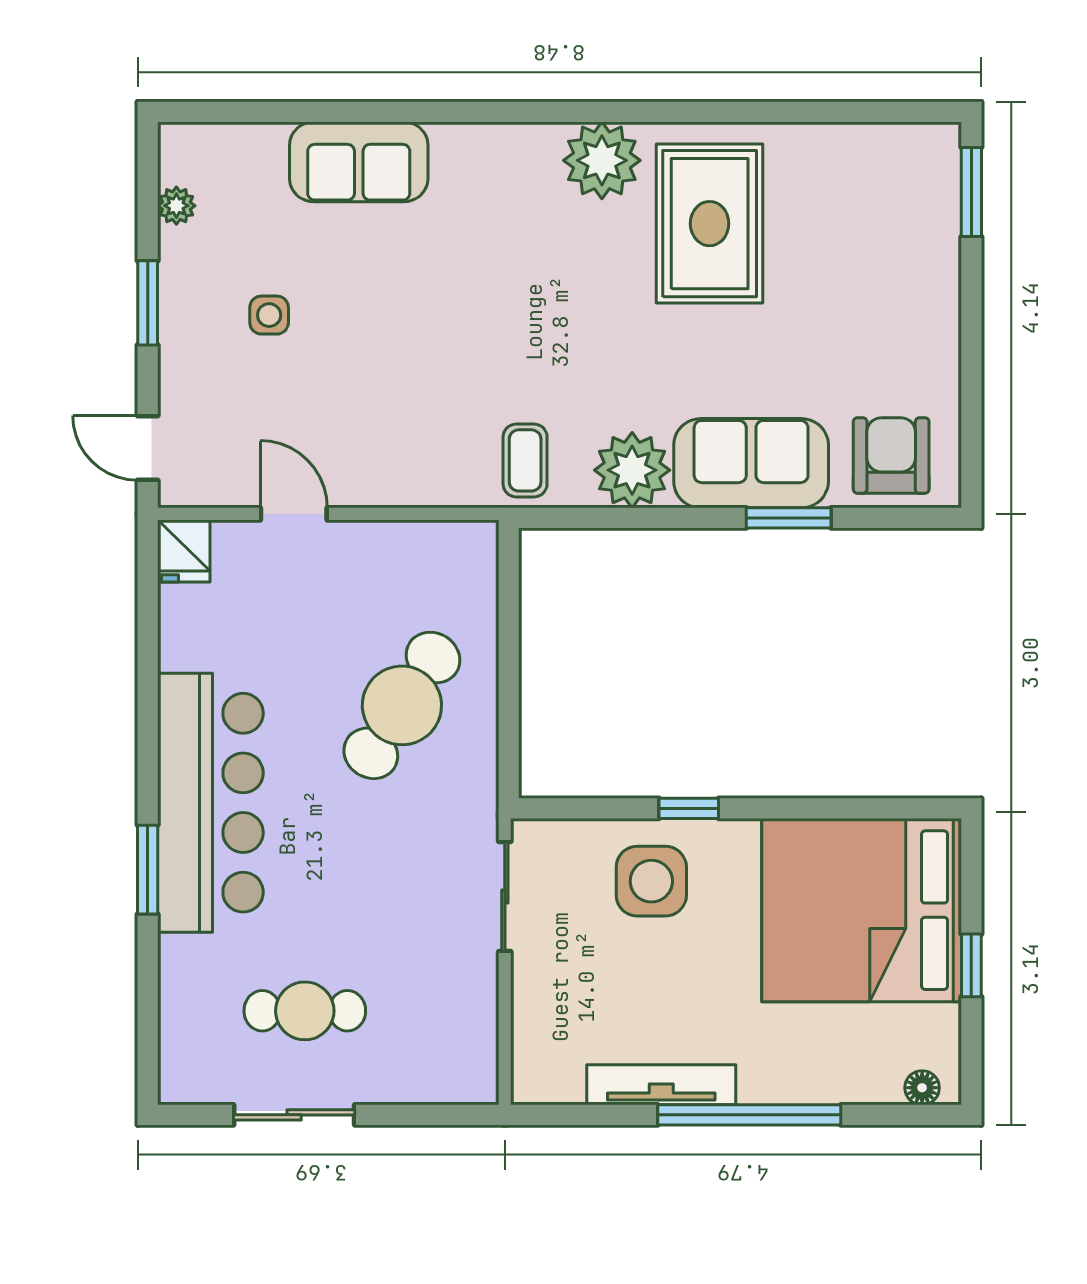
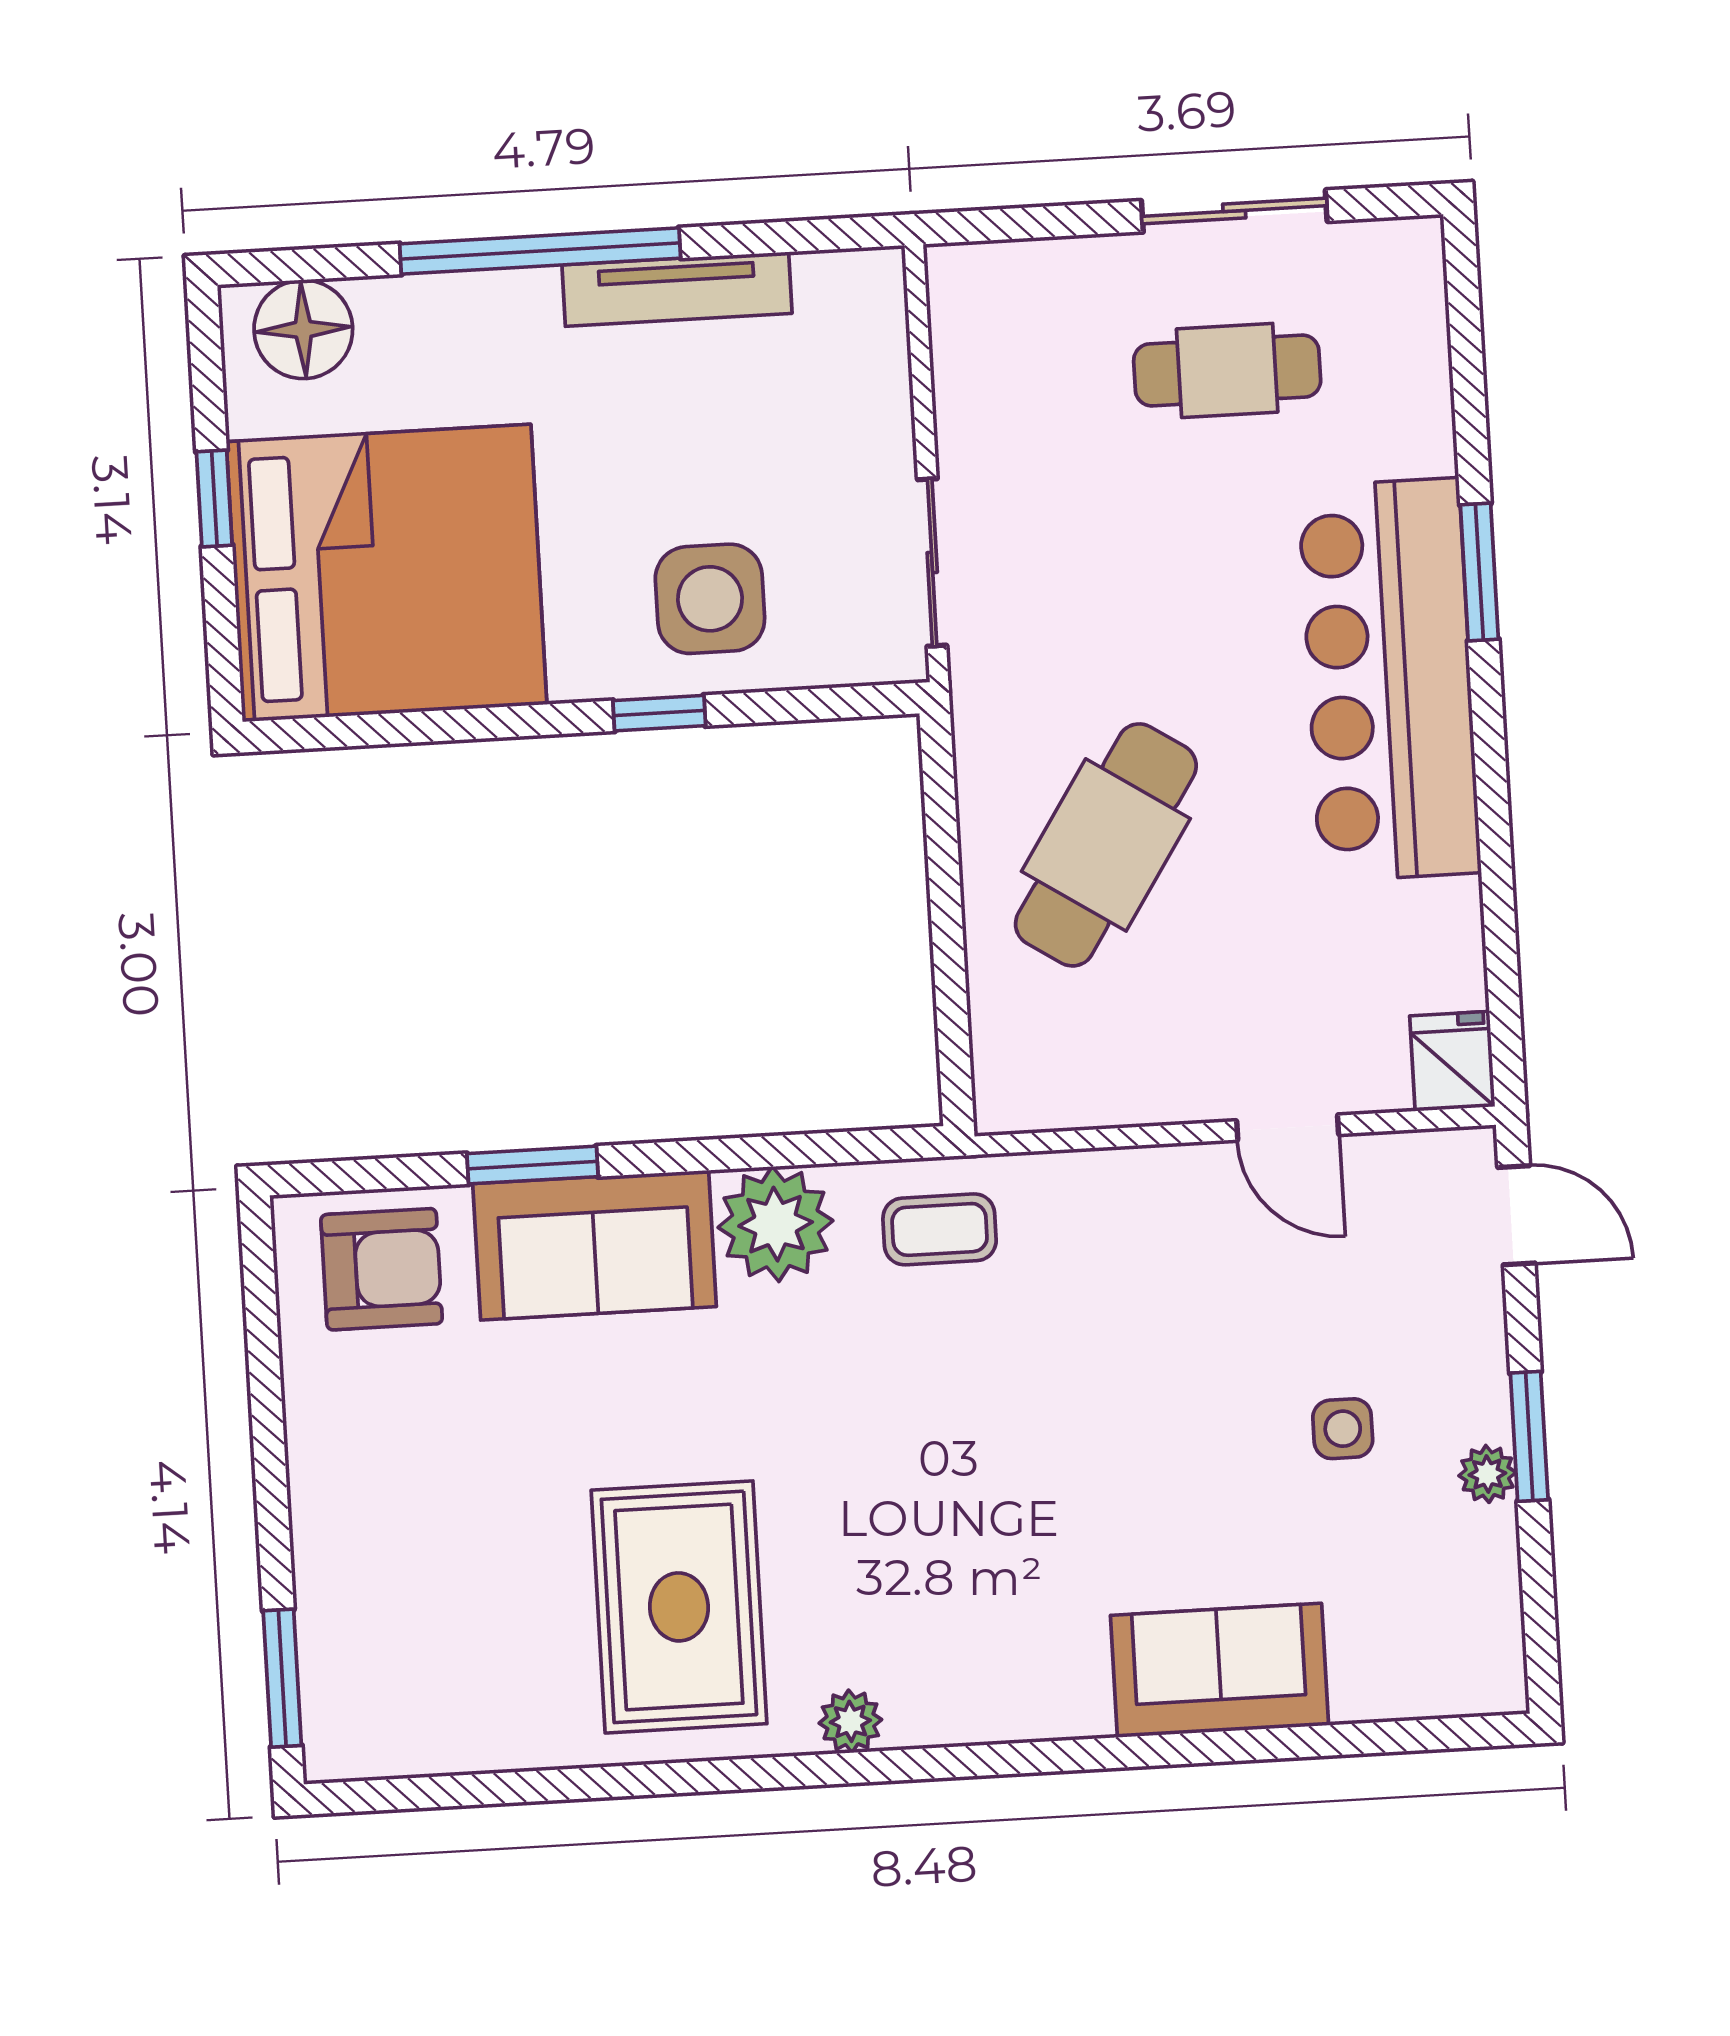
plant: (602, 160) -> (850, 1721), width x0.53, depth x0.53
plant: (176, 206) -> (1487, 1474), moved
armchair: (891, 455) -> (382, 1269), turned -90
coffee table: (525, 460) -> (940, 1229), turned 90
floor lamp: (922, 1088) -> (303, 329), width x1.89, depth x1.89

